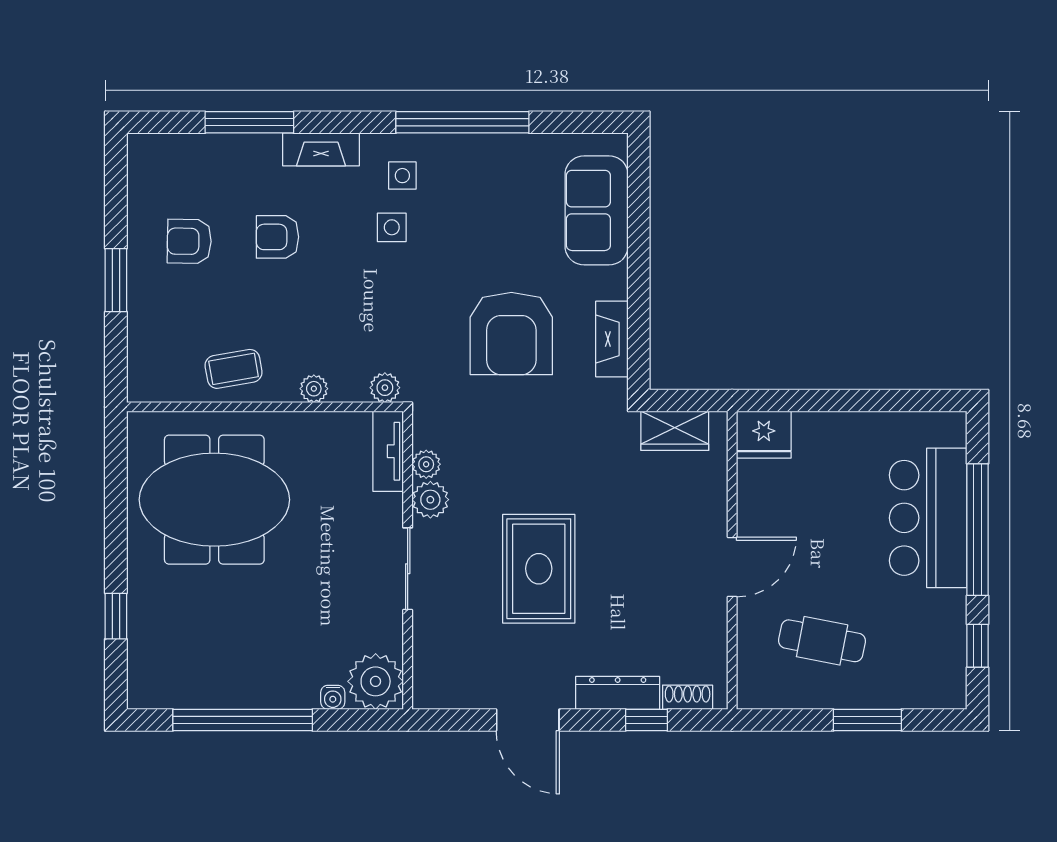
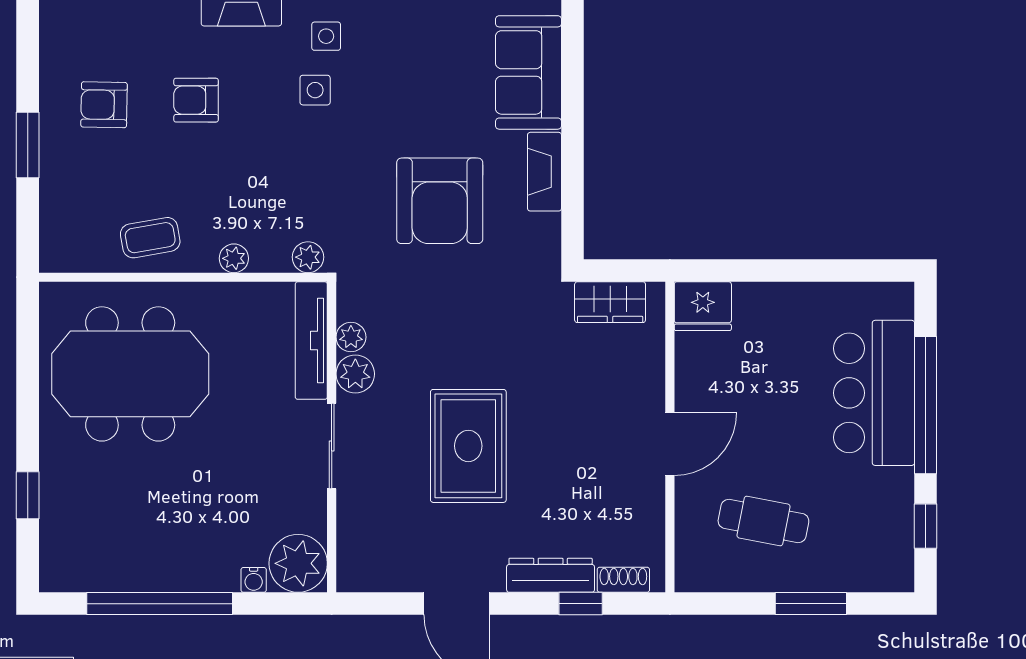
fireplace: (612, 339) -> (545, 172), moved
tv unit: (388, 451) -> (311, 341), width x1.41

